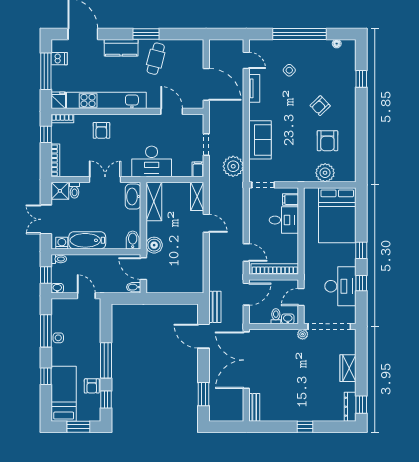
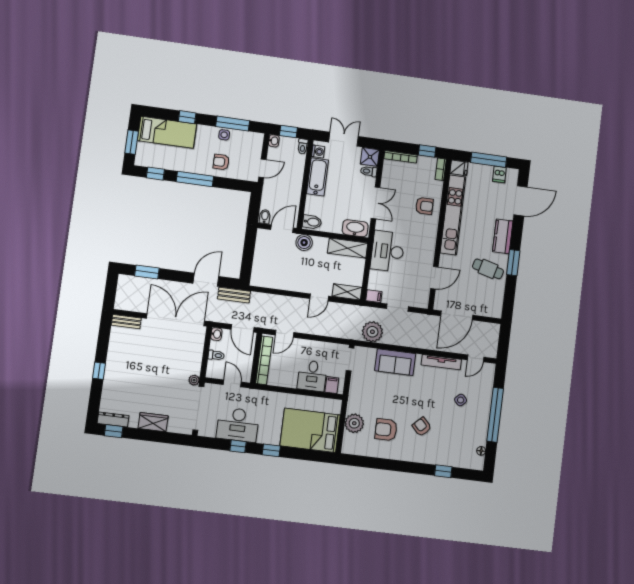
tv unit: (254, 88) -> (441, 362), width x1.41
armchair: (101, 130) -> (424, 206), turned 180
washbasin: (288, 319) -> (216, 334), moved
armchair: (92, 386) -> (221, 162), moved

